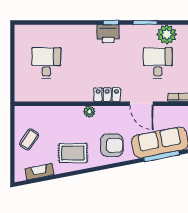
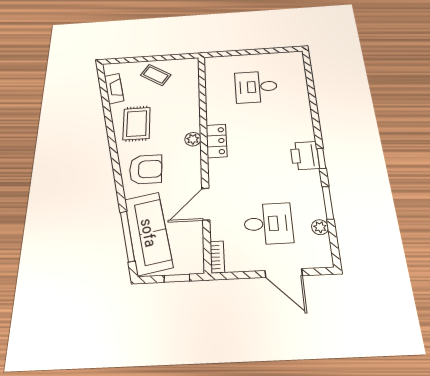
plant: (167, 34) -> (320, 227), width x0.53, depth x0.53
desk: (46, 63) -> (256, 87), turned 180
locker: (107, 95) -> (216, 141), moved
armchair: (112, 145) -> (146, 169), turned -90

